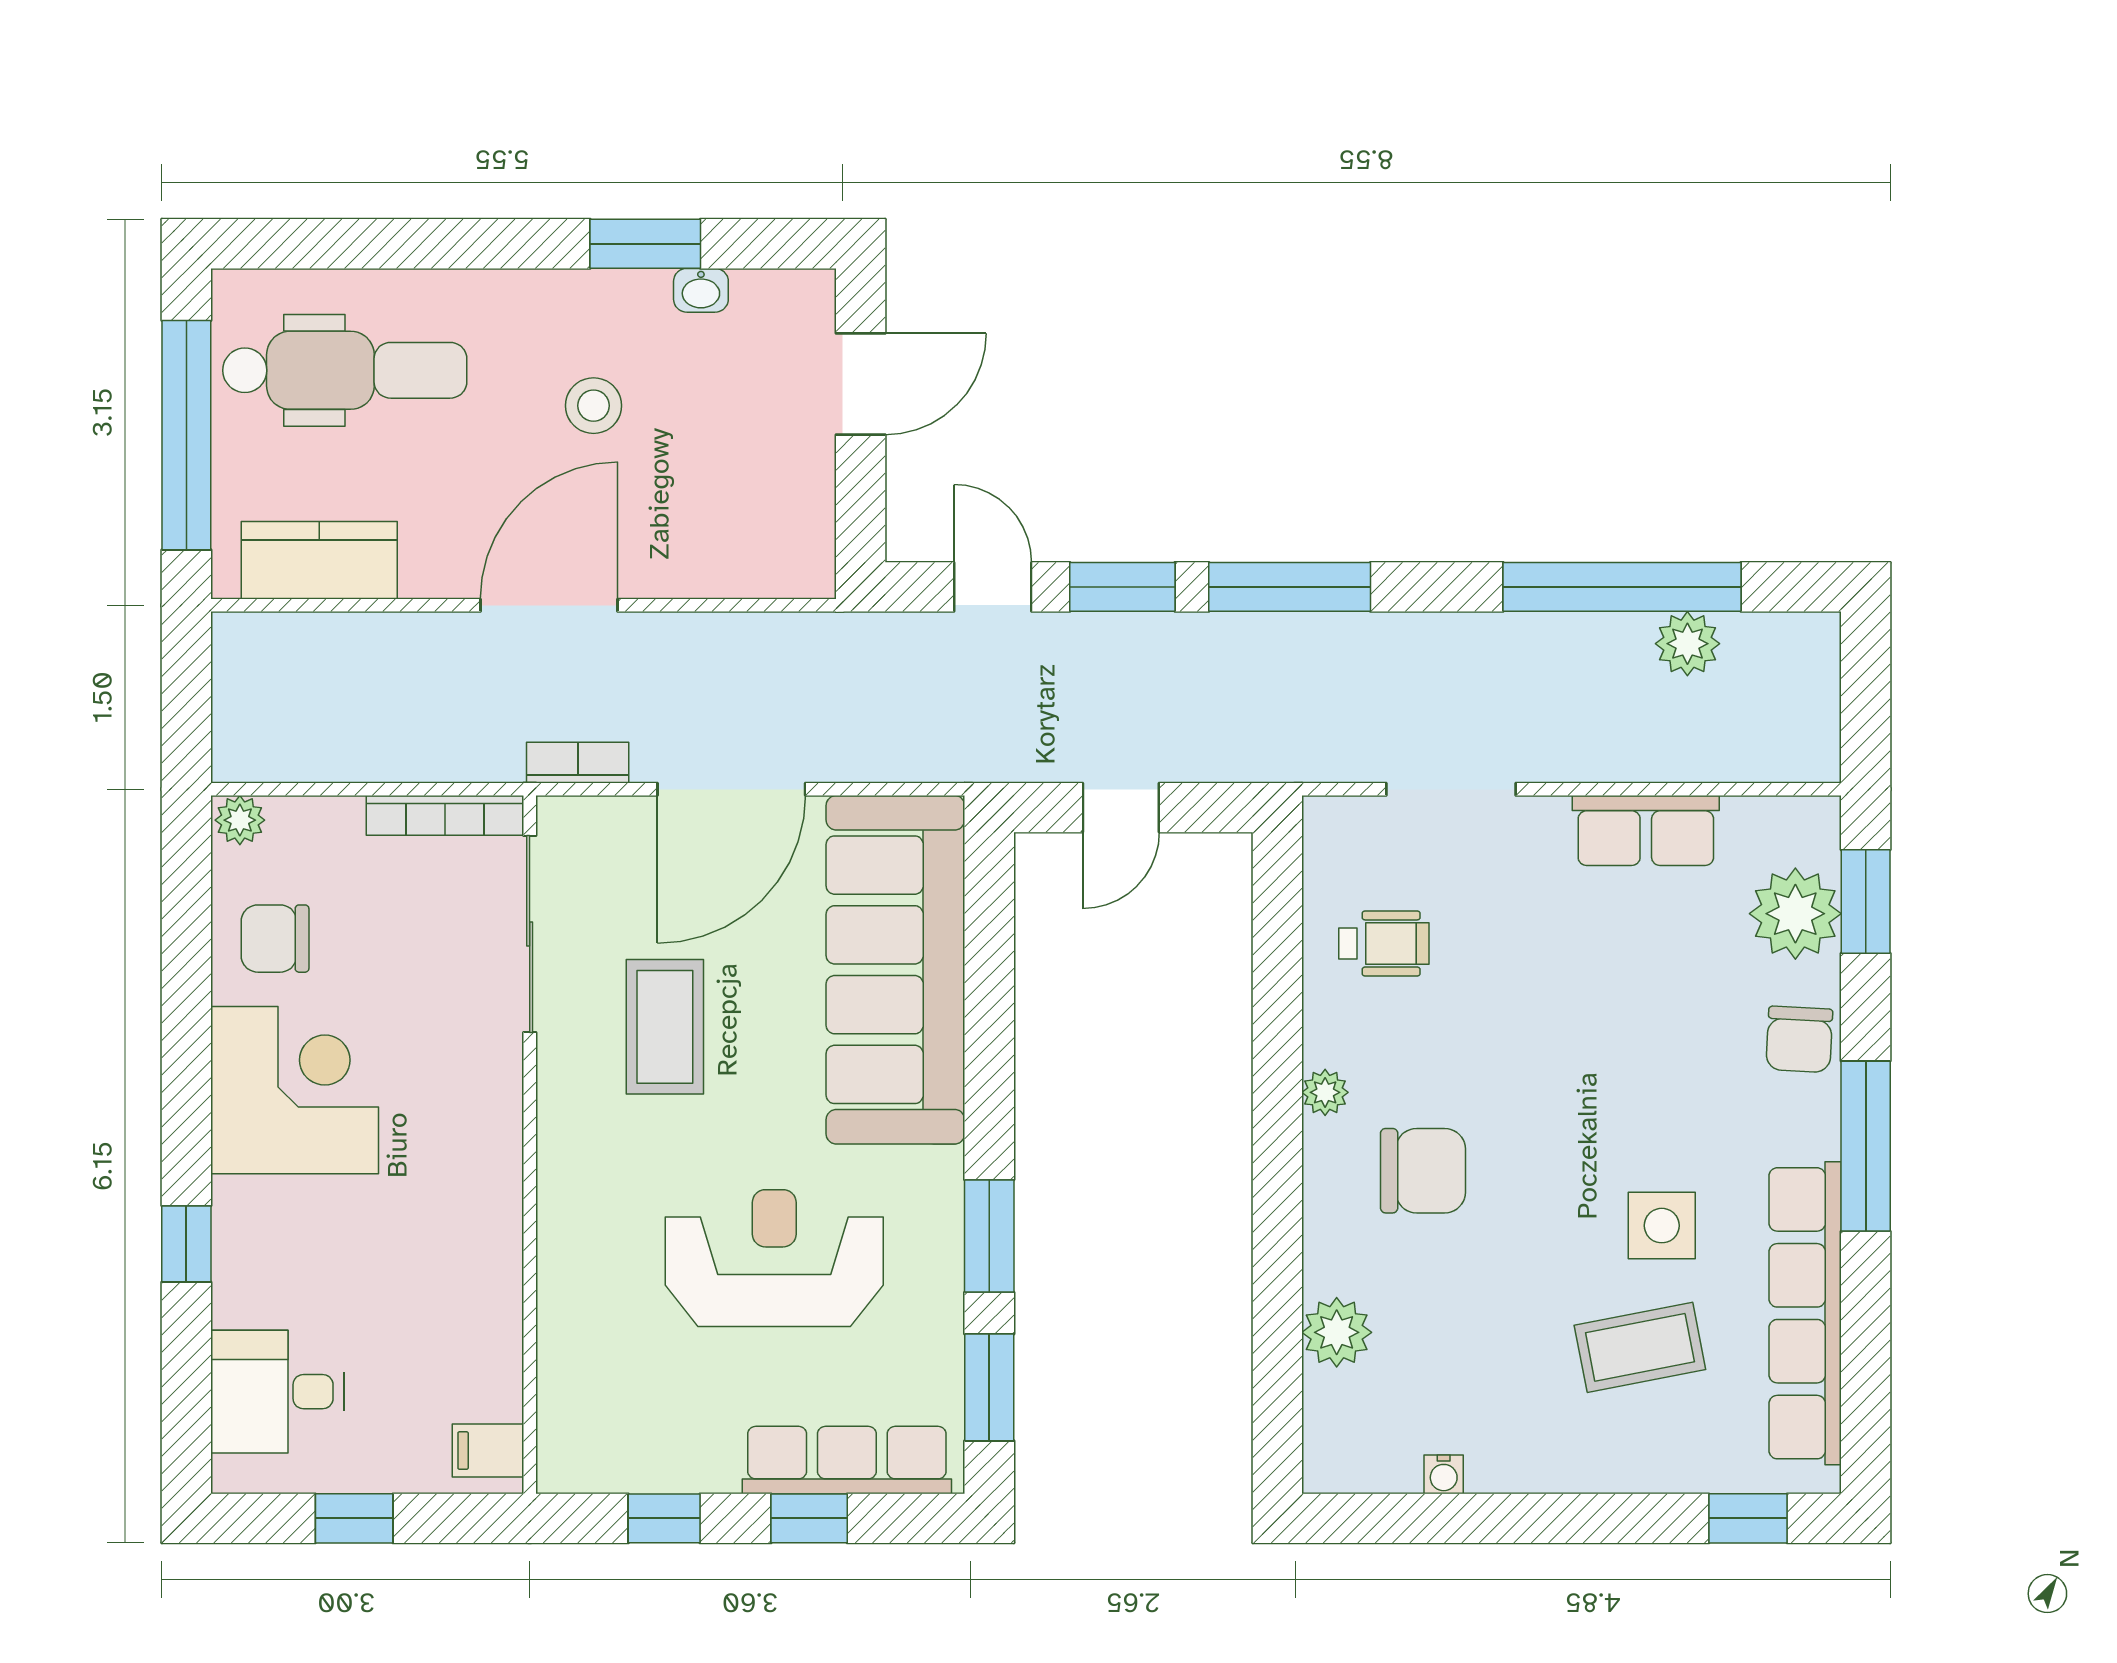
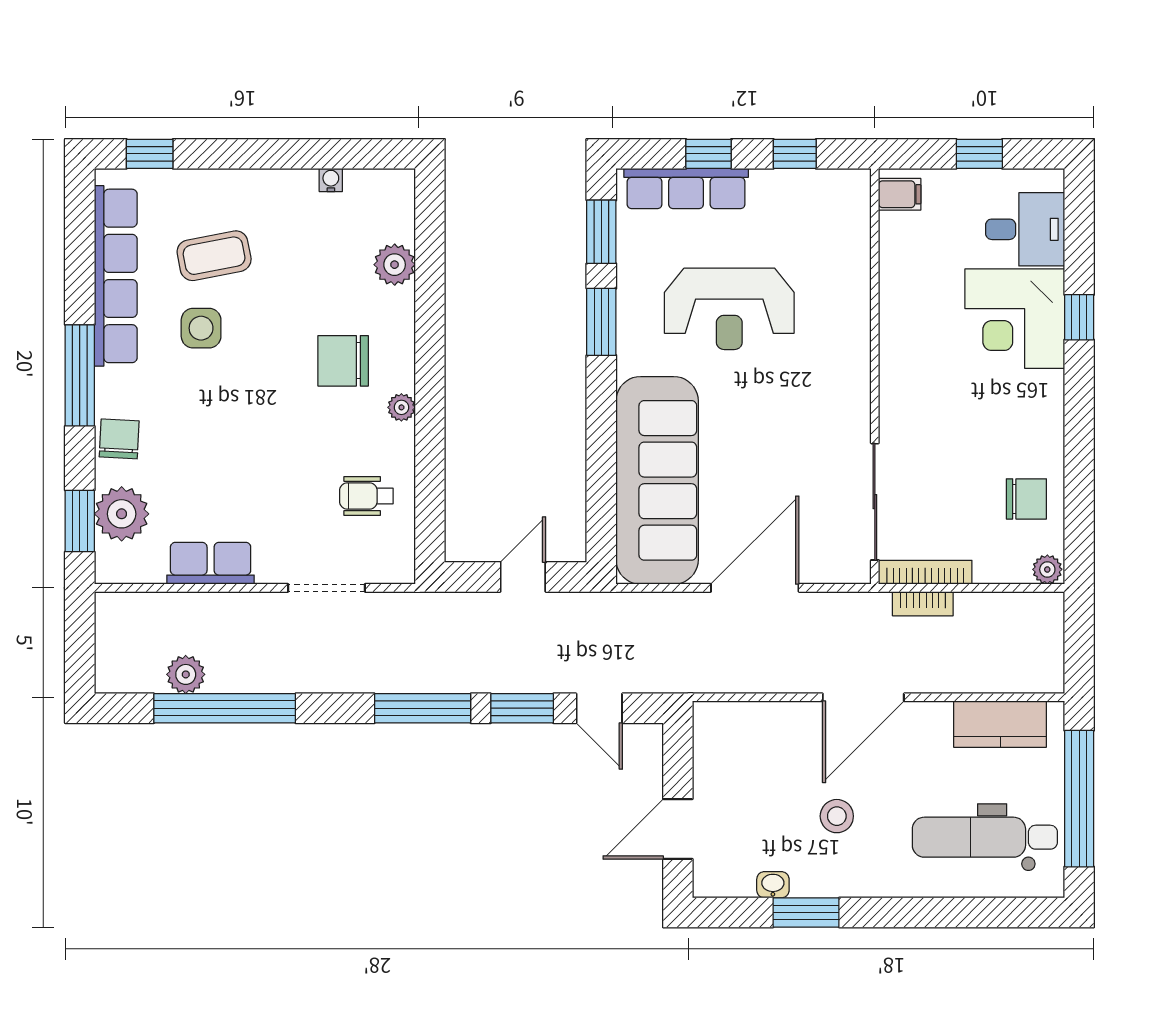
bookcase: (578, 763) -> (923, 604), moved
coffee table: (665, 1027) -> (794, 446), removed
corner desk: (295, 1090) -> (1015, 319), moved

